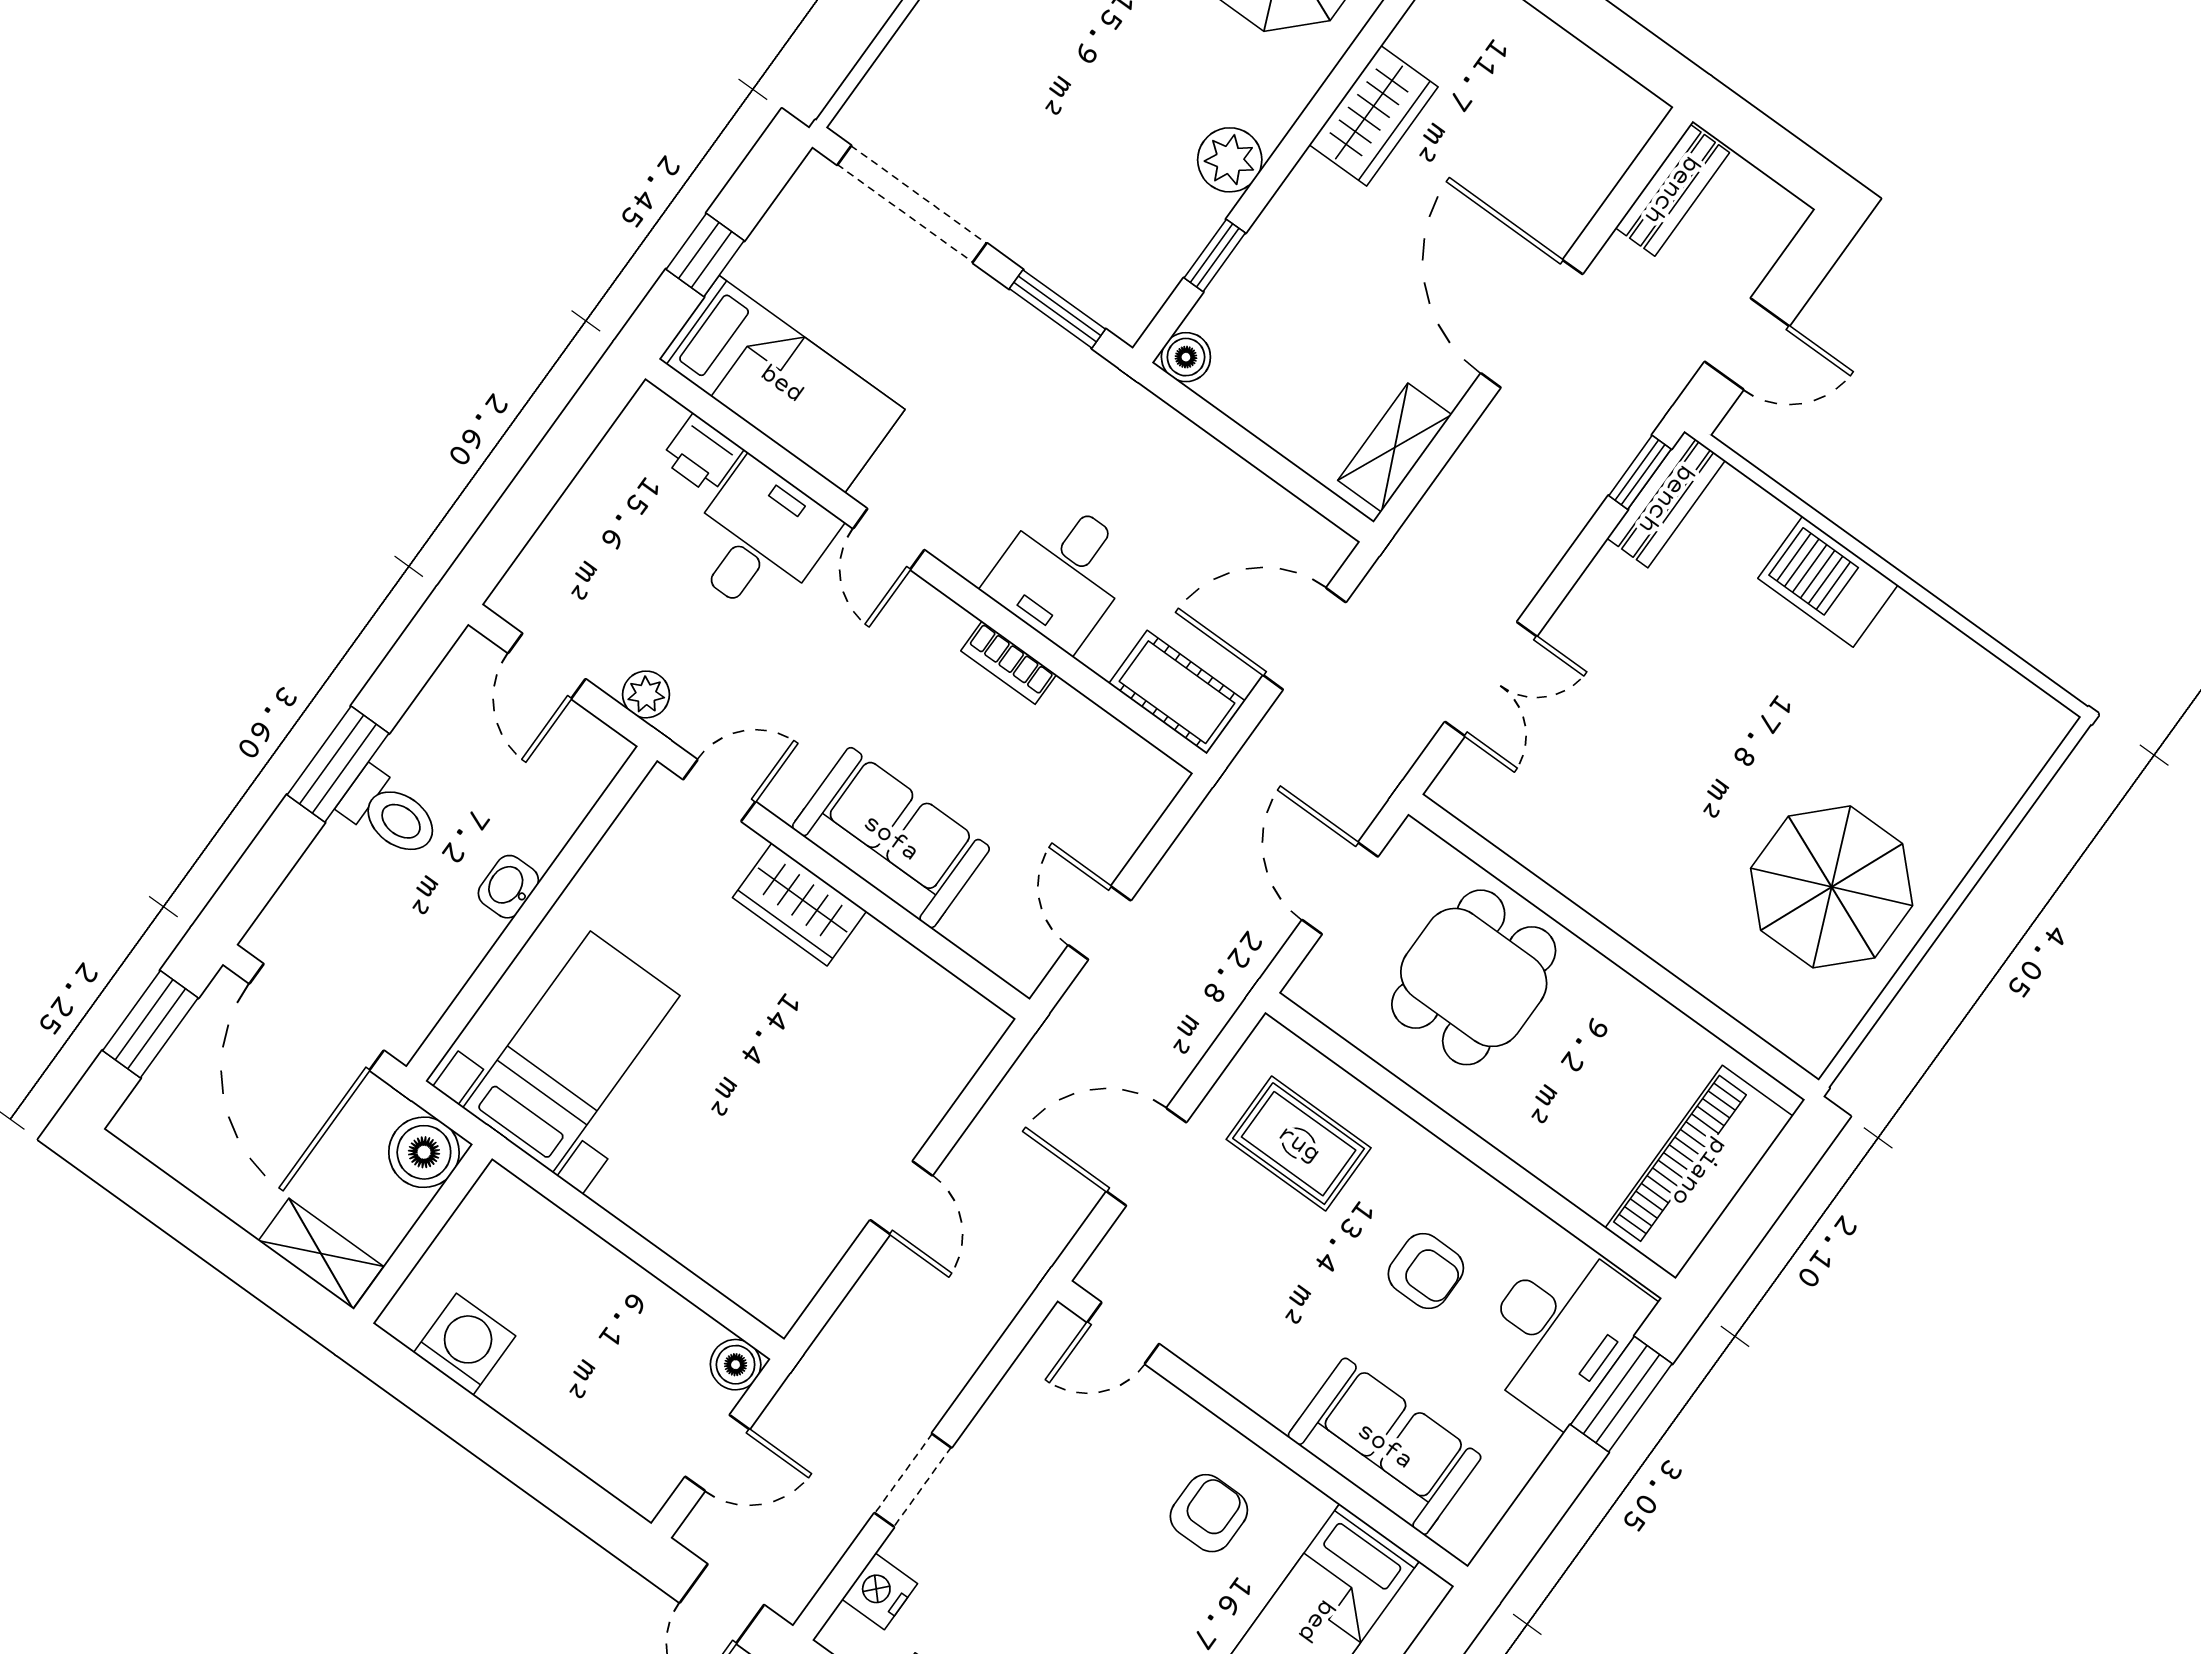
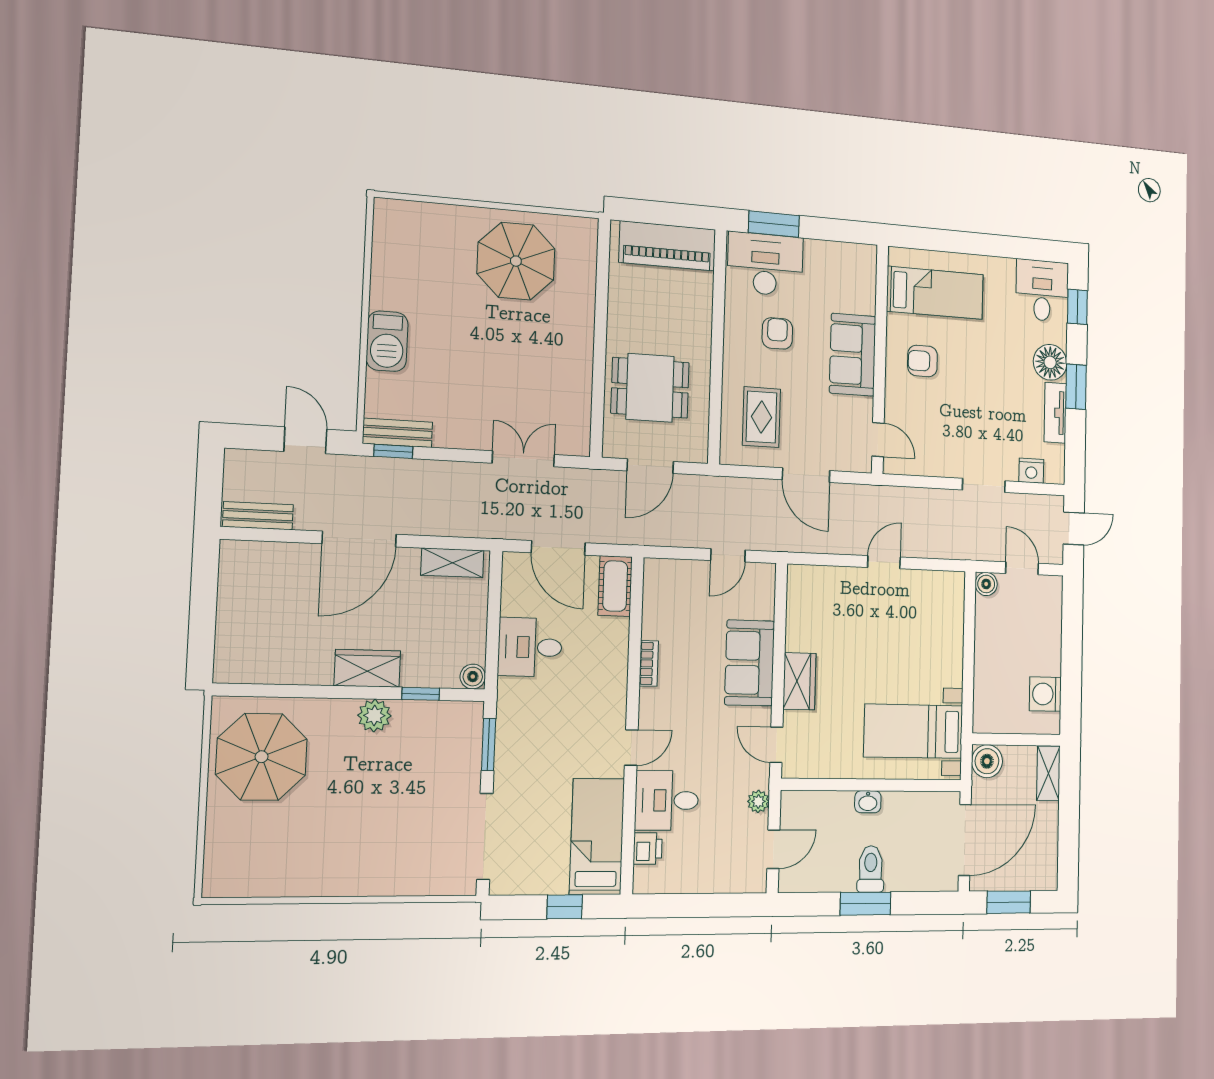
wardrobe: (1374, 116) -> (367, 668), moved
desk: (1062, 573) -> (530, 647), moved, turned 180
sofa: (1385, 1446) -> (853, 355), moved

